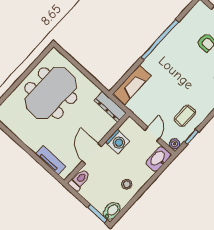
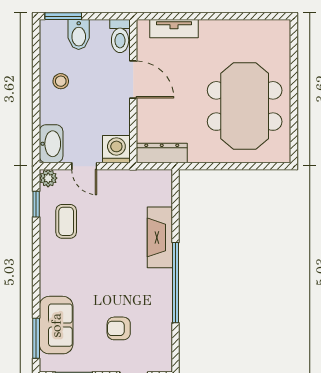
fireplace: (132, 85) -> (160, 237), moved
washing machine: (118, 141) -> (116, 149), moved, turned 90
bidet: (112, 211) -> (79, 35), moved

